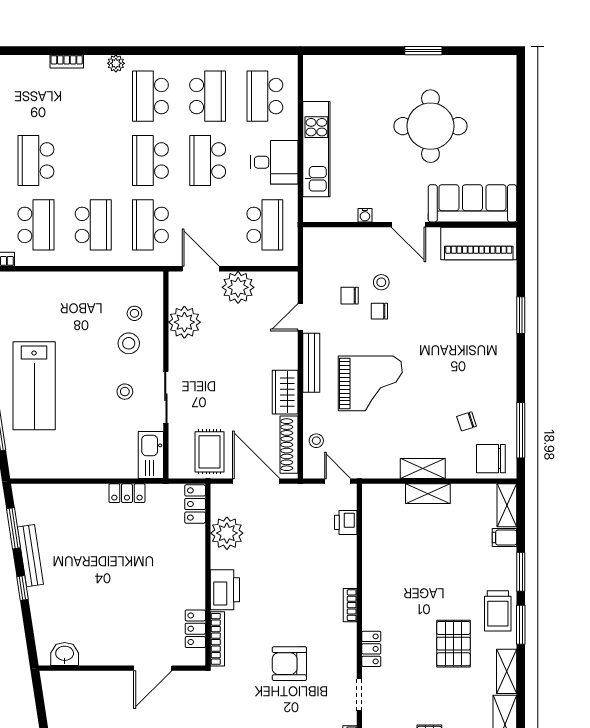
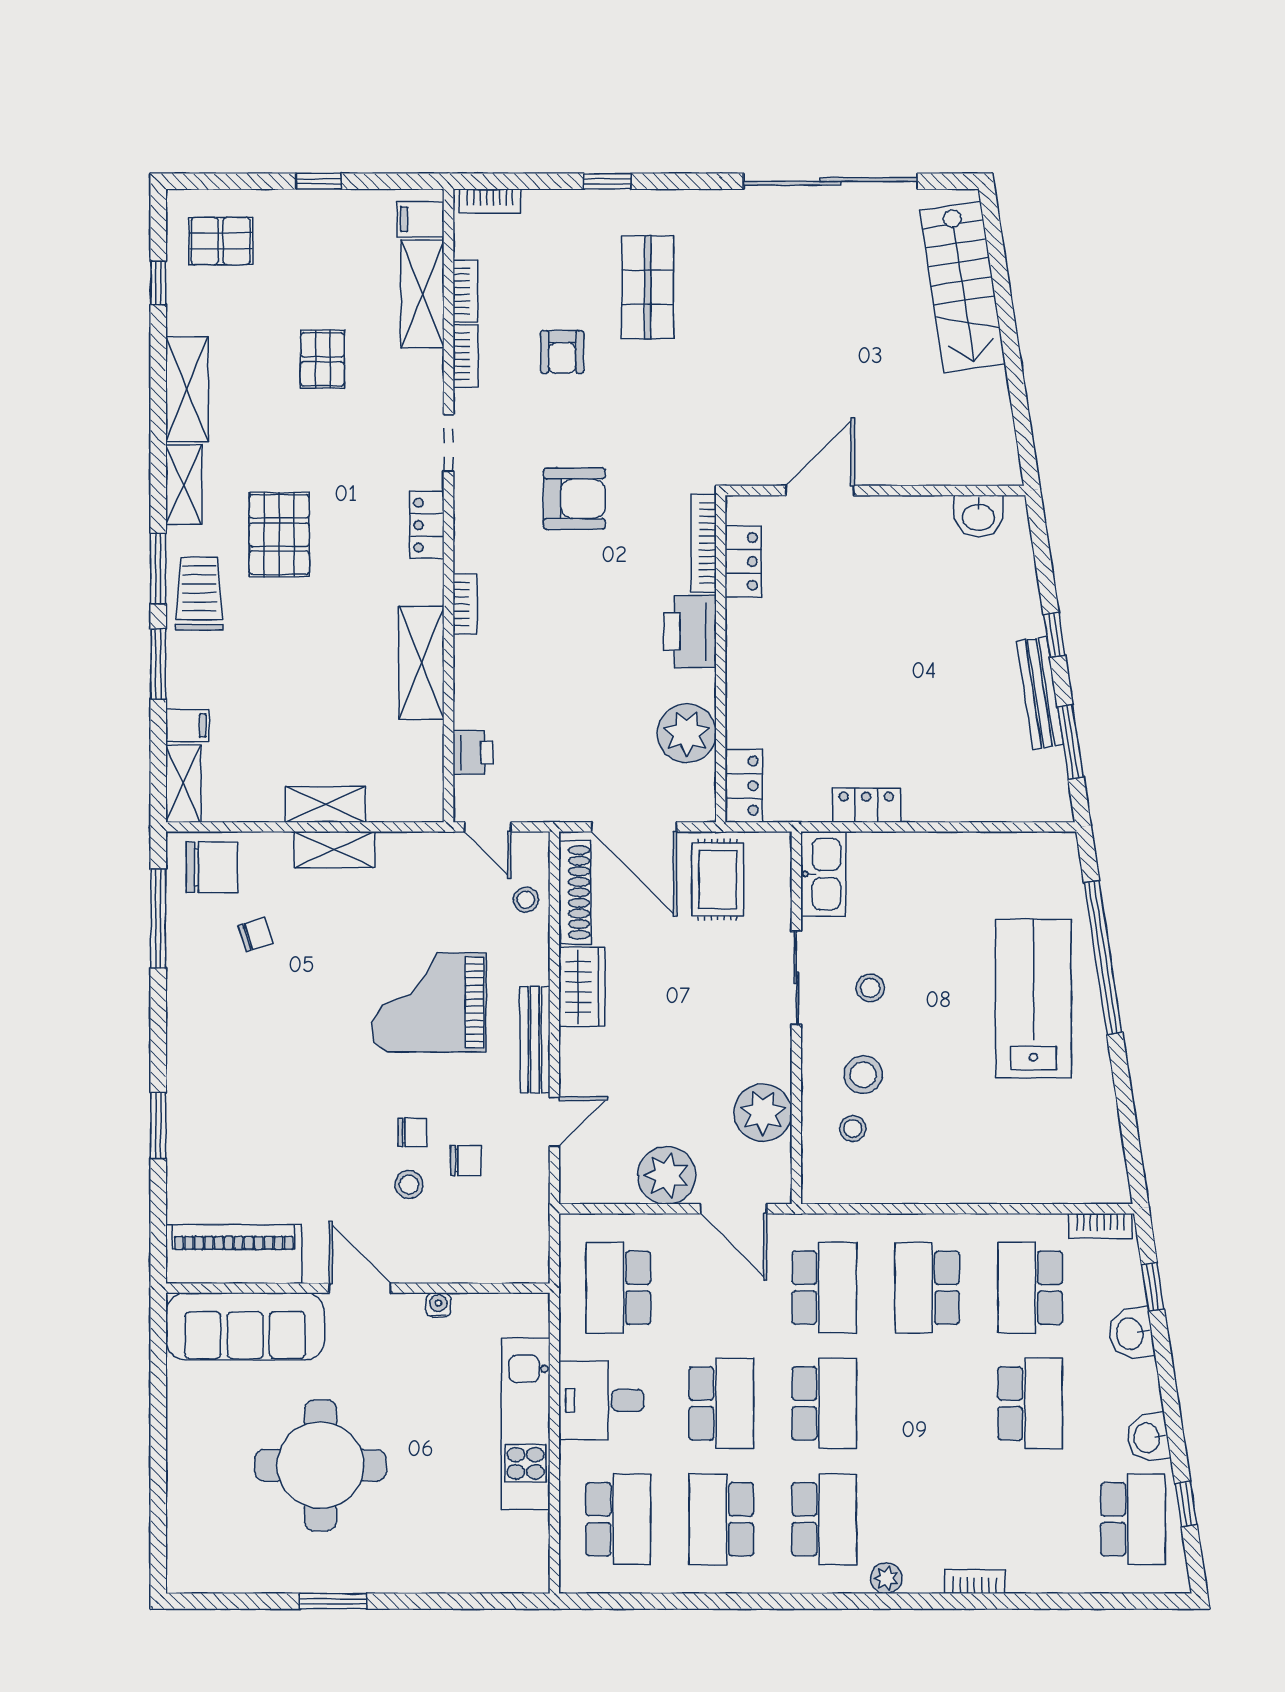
shelving: (374, 572) -> (421, 663), added

